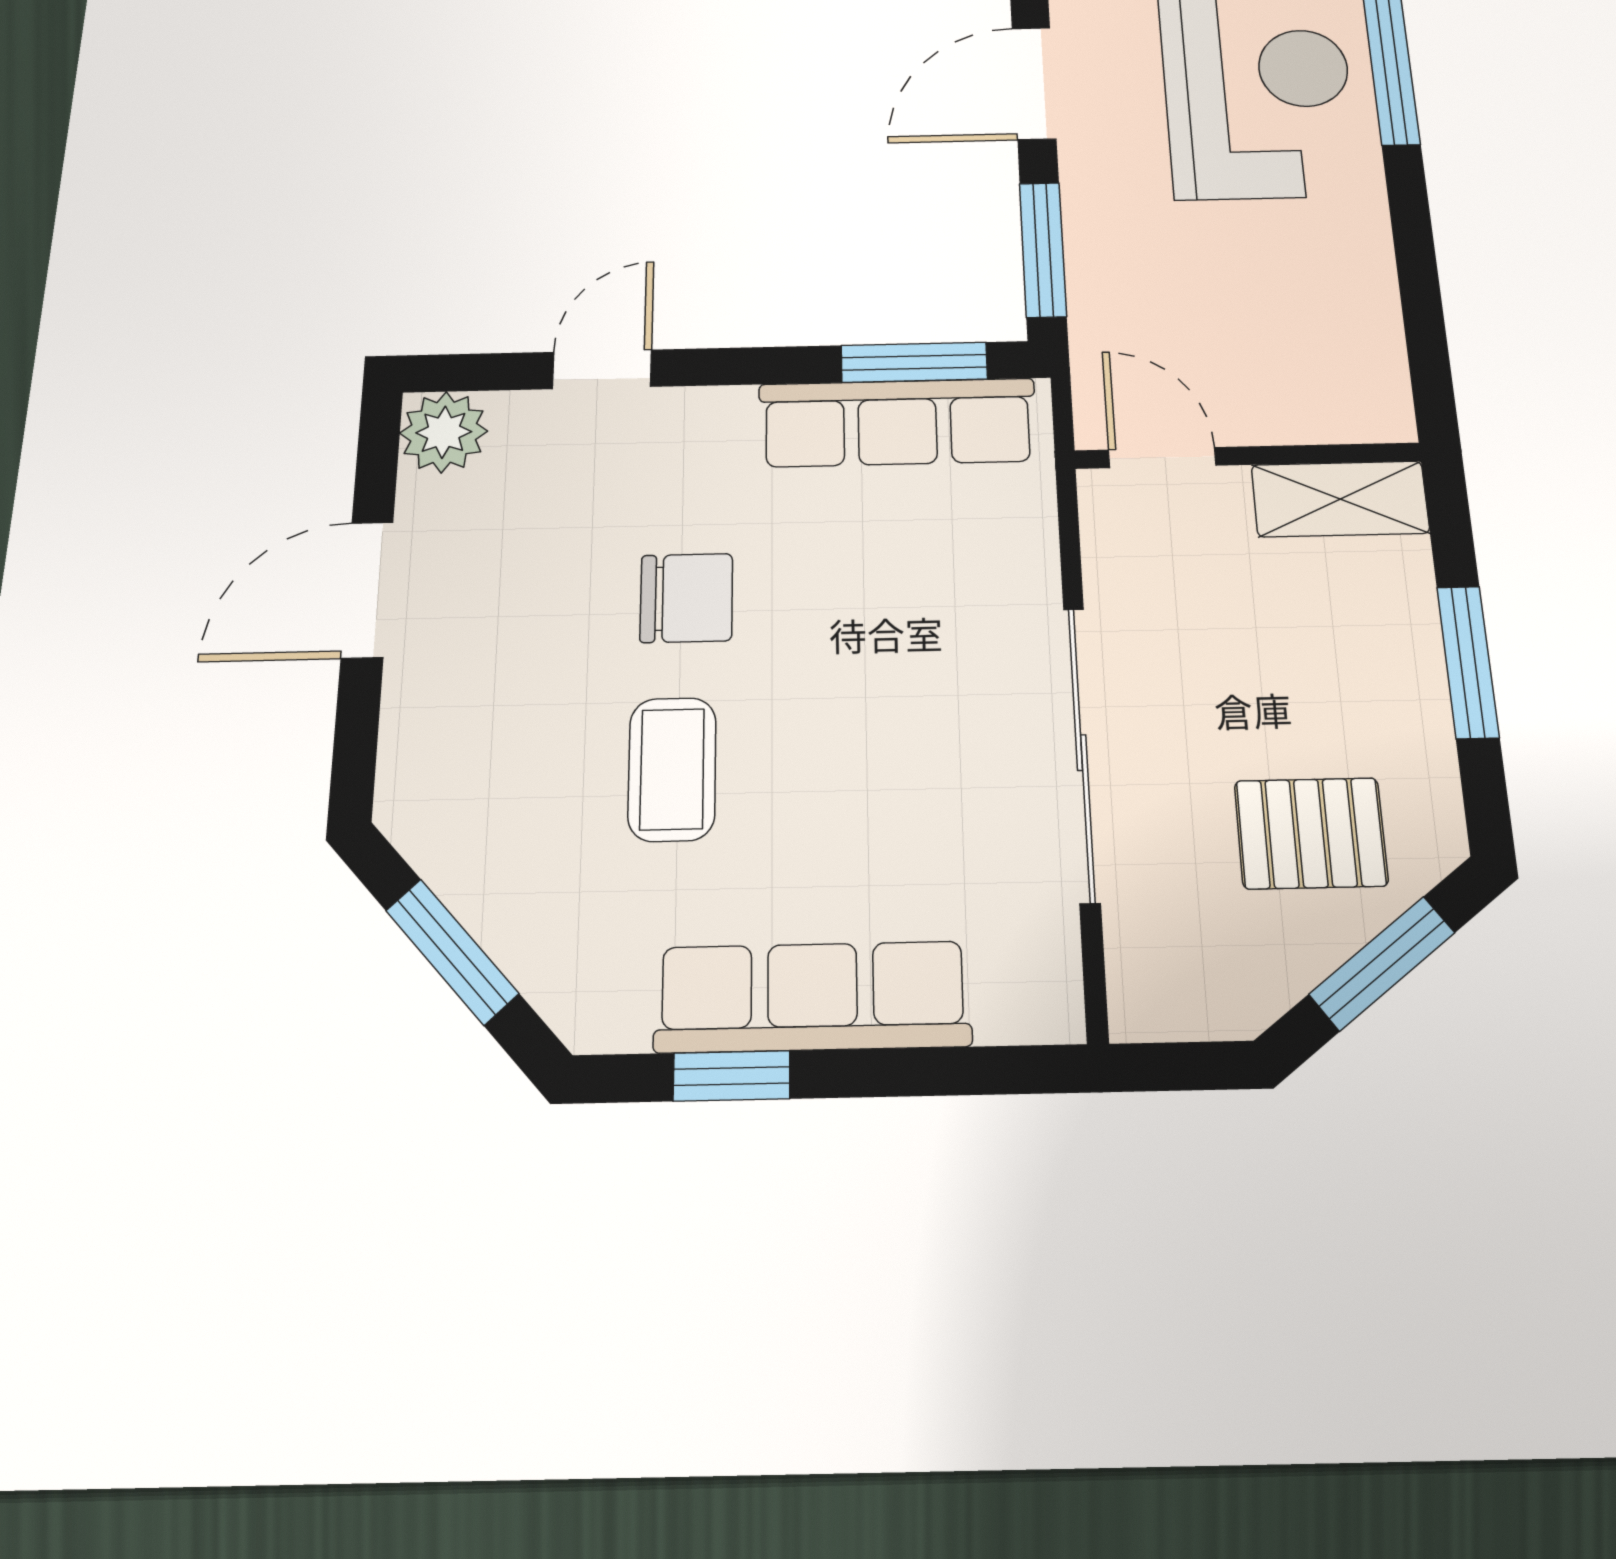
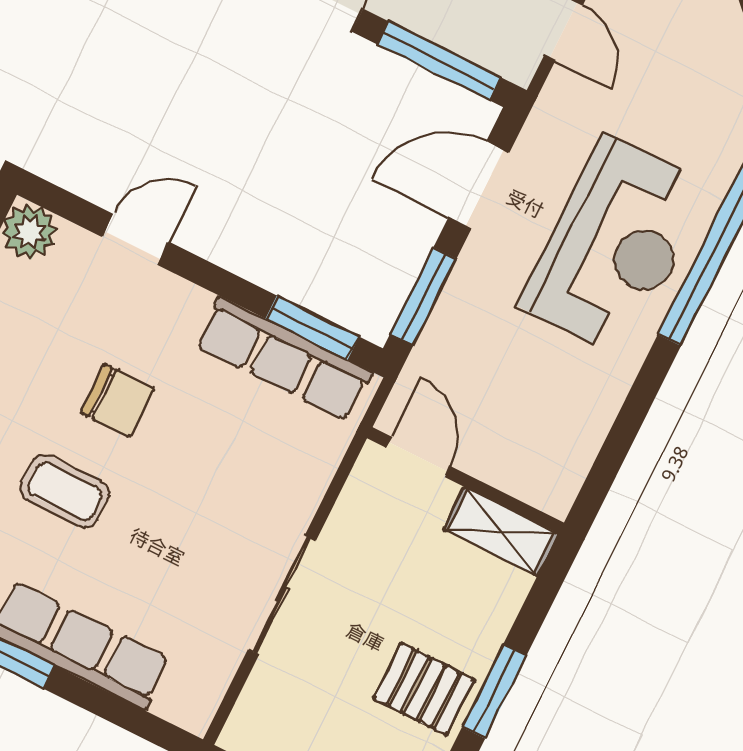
window: (1468, 662) -> (494, 691), moved
sliding door: (1082, 753) -> (282, 595), width x0.73
coffee table: (672, 769) -> (65, 491), turned 90
pallet: (1311, 833) -> (424, 689), moved

